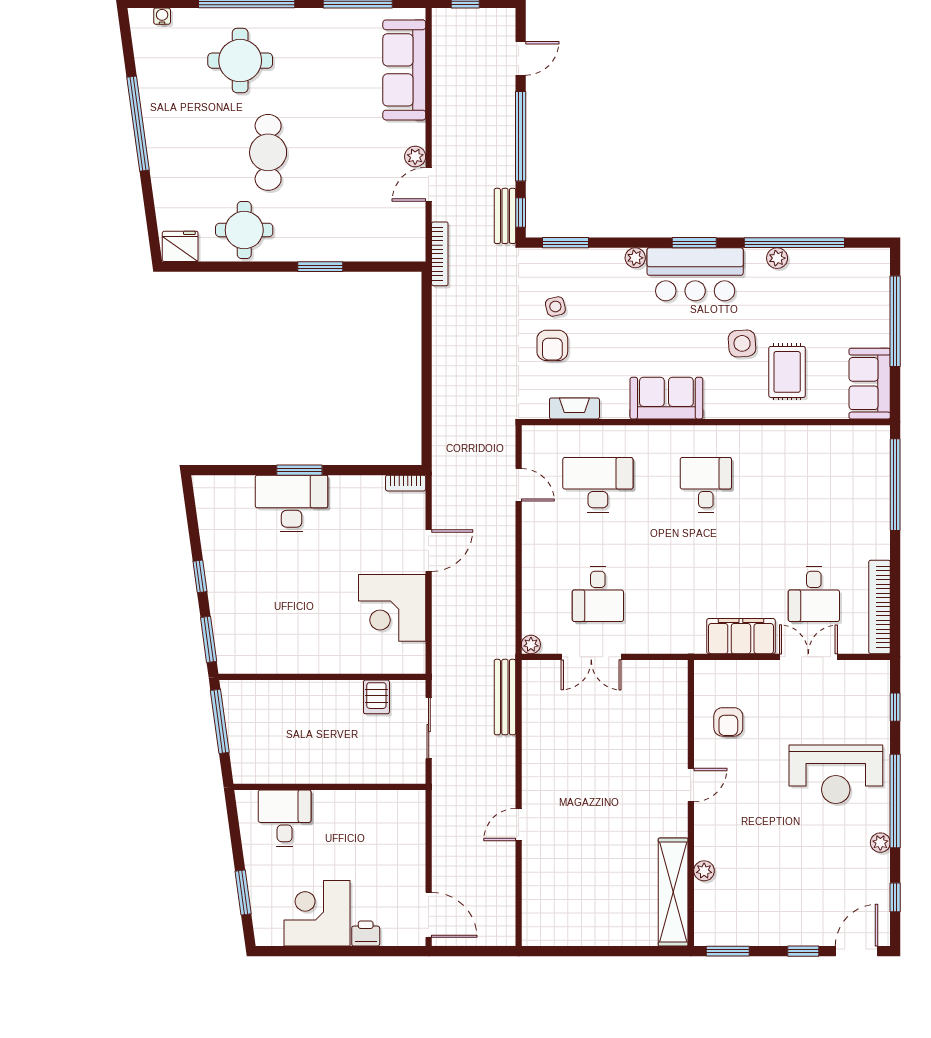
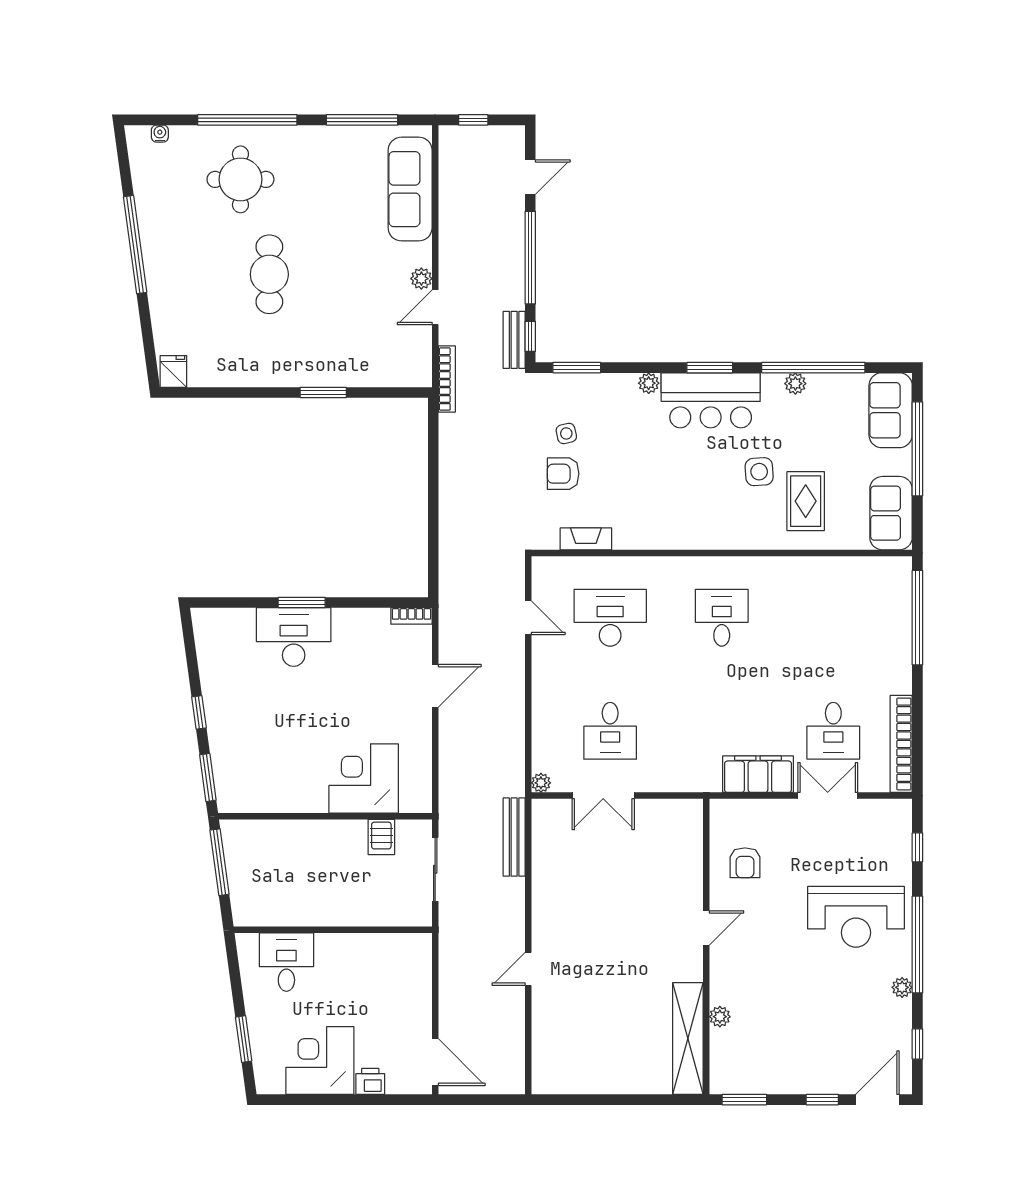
round table: (244, 230) -> (245, 355), removed
fridge: (180, 246) -> (173, 371), width x0.72
armchair: (552, 345) -> (563, 474), turned 90
sofa: (666, 398) -> (891, 410), moved, turned -90
corner desk: (392, 608) -> (364, 778), moved, turned 90

